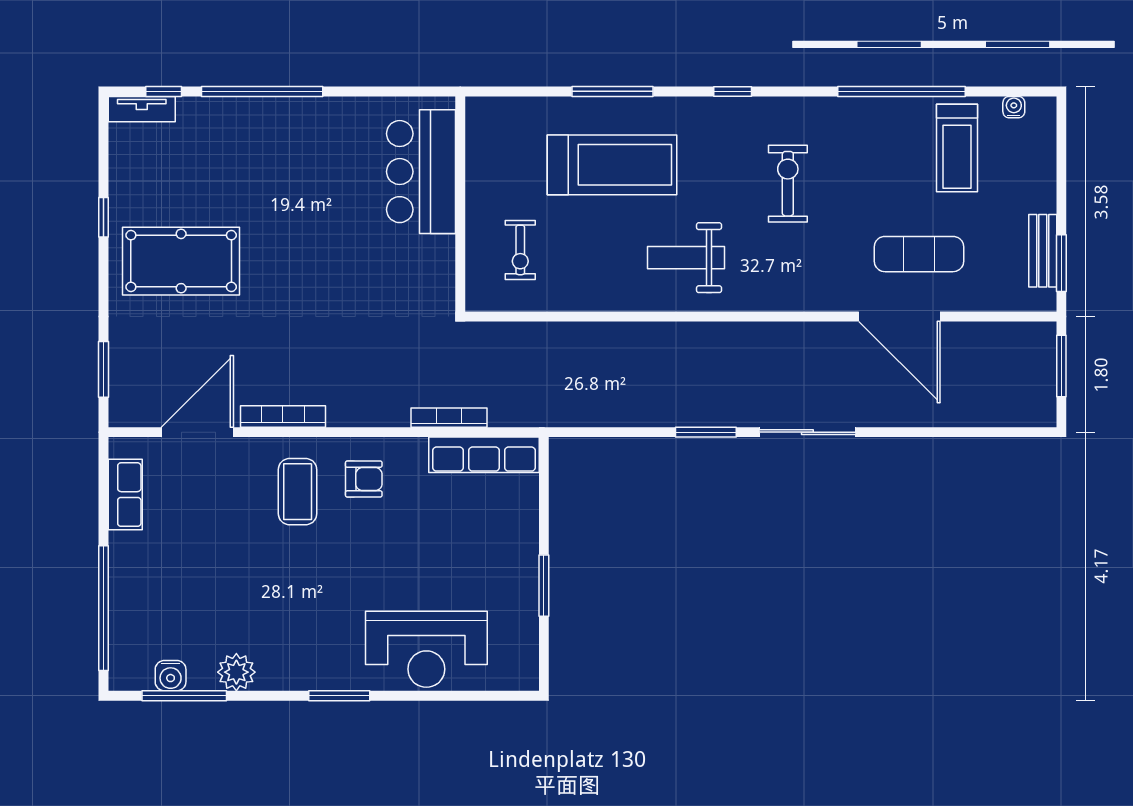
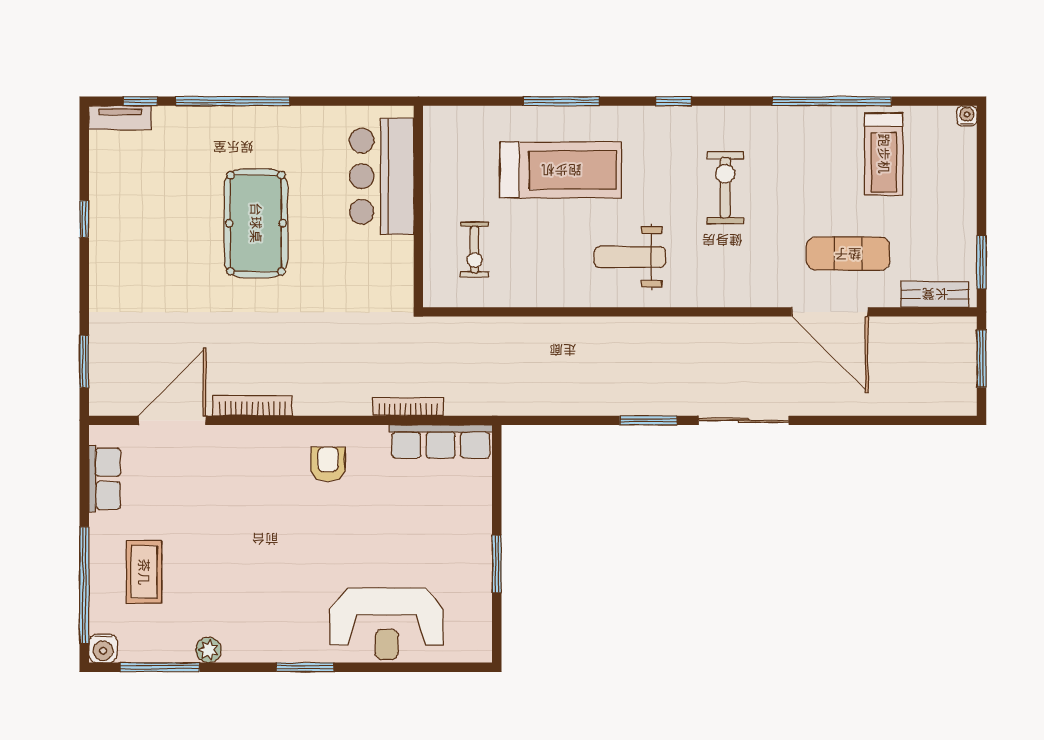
water cooler: (1014, 107) -> (967, 116), moved
bench: (1043, 251) -> (935, 294), moved, turned 90
pool table: (181, 261) -> (256, 223), moved, turned 90
armchair: (364, 479) -> (328, 464), turned -90
coffee table: (298, 492) -> (144, 572), moved
plant: (236, 672) -> (209, 650), width x0.73, depth x0.73
water cooler: (171, 676) -> (103, 648), moved

